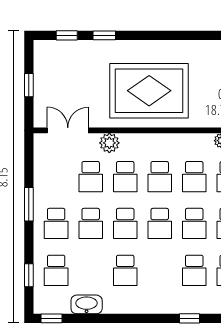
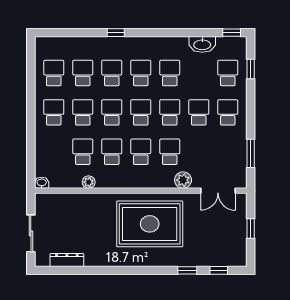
school desk: (91, 177) -> (141, 73), moved
window: (29, 204) -> (251, 153), moved

